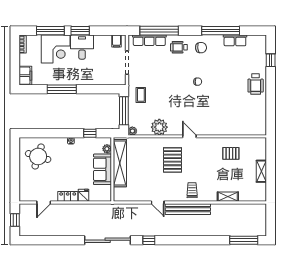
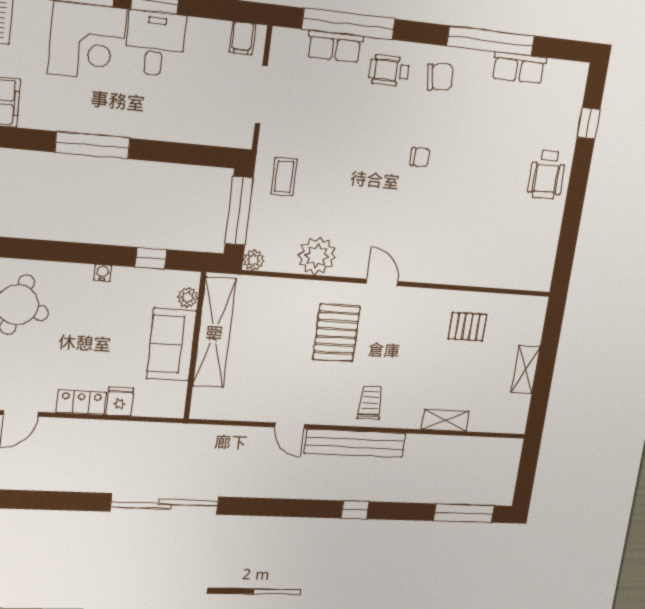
row of seats: (149, 40) -> (335, 47), width x0.68
window: (149, 240) -> (355, 510), moved

